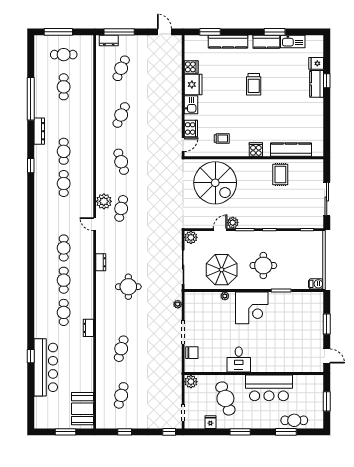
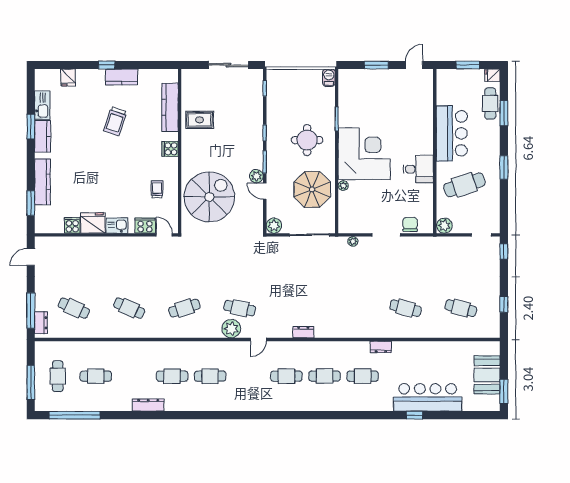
window: (327, 81) -> (107, 65), moved
trolley: (254, 84) -> (115, 121), moved, turned 108
kitchen counter: (317, 84) -> (122, 77), moved
window: (31, 99) -> (75, 415), moved
window: (31, 166) -> (189, 415), removed
round table: (128, 287) -> (332, 300), removed
corner desk: (252, 308) -> (364, 154), width x1.36, depth x1.36
booth: (82, 409) -> (487, 375), moved, turned 90
fridge: (210, 422) -> (492, 75), moved
window: (66, 432) -> (504, 391), moved

